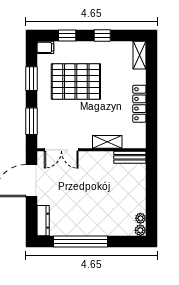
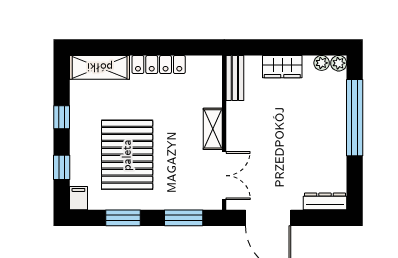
shelving: (139, 55) -> (100, 67), width x1.50, depth x1.33
shelving: (107, 142) -> (213, 129), moved
wardrobe: (138, 191) -> (282, 67), added
window: (81, 241) -> (355, 118), moved

